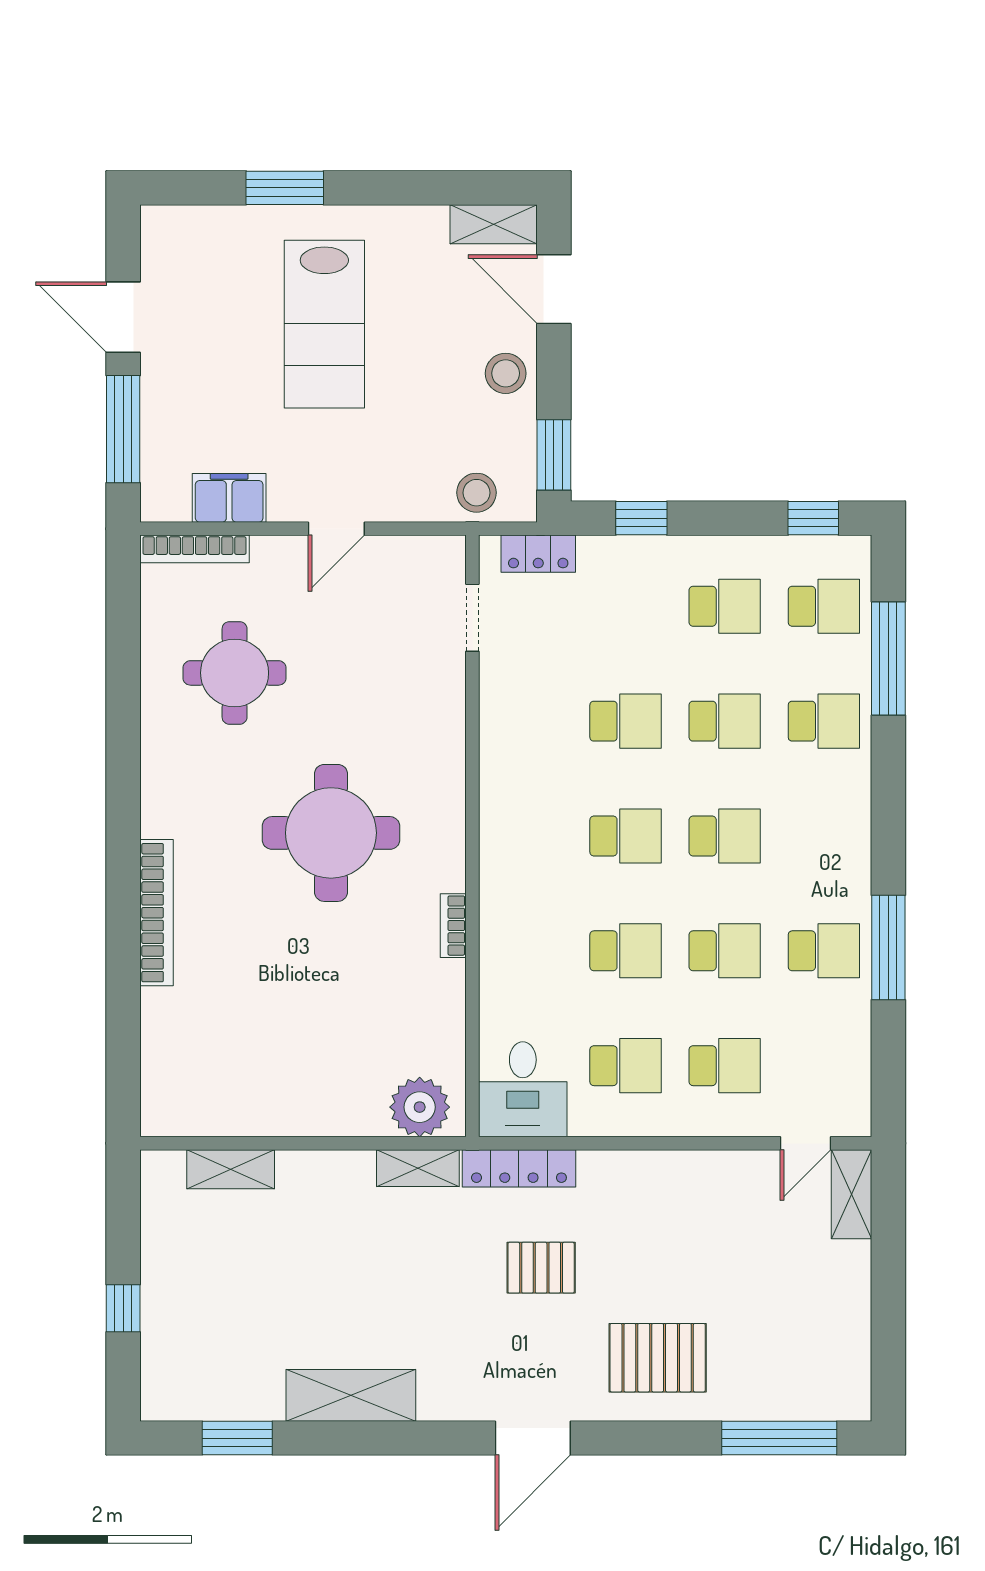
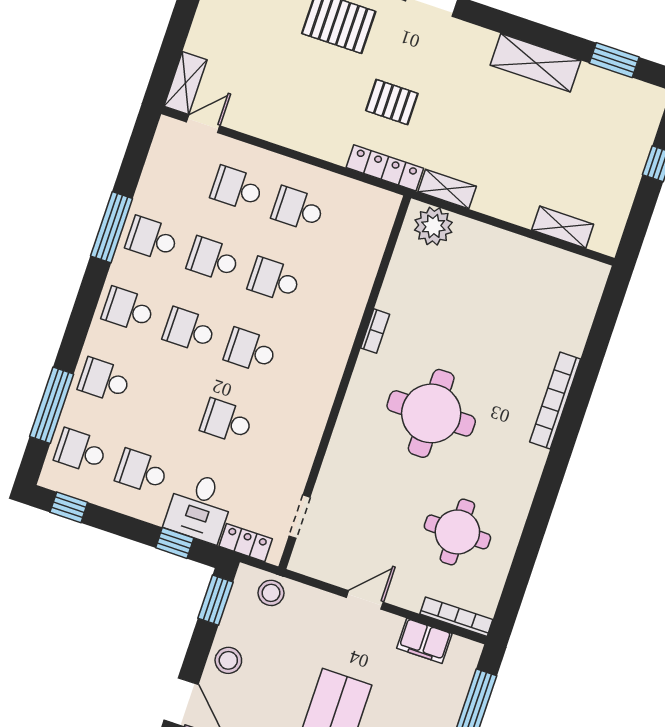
school desk: (725, 721) -> (128, 309), moved
desk: (523, 1089) -> (199, 507), moved, turned 180

